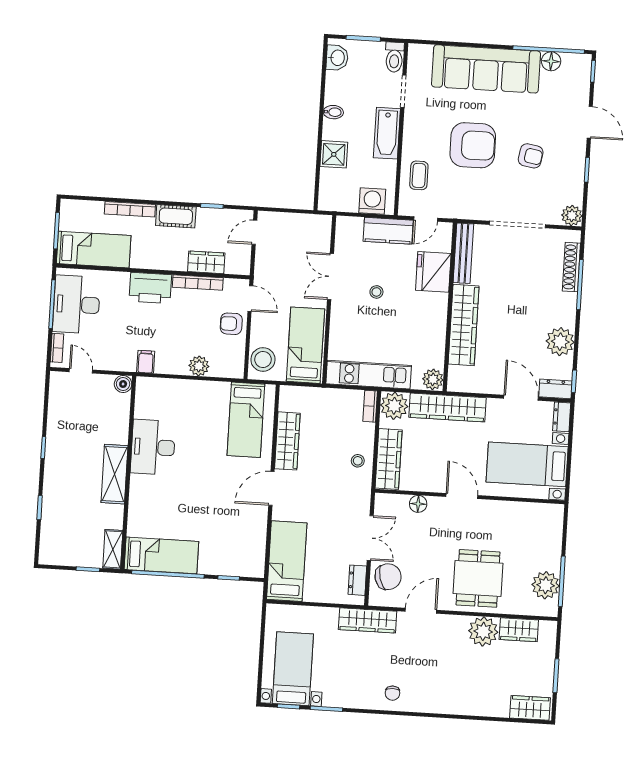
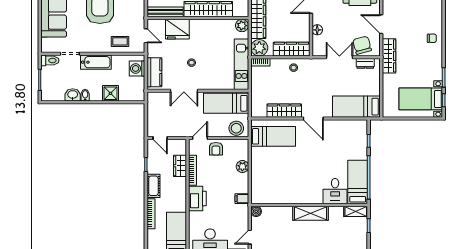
washbasin: (337, 58) -> (73, 95), moved
kitchen counter: (388, 231) -> (154, 72), moved
desk: (153, 447) -> (335, 191), moved, width x0.73

